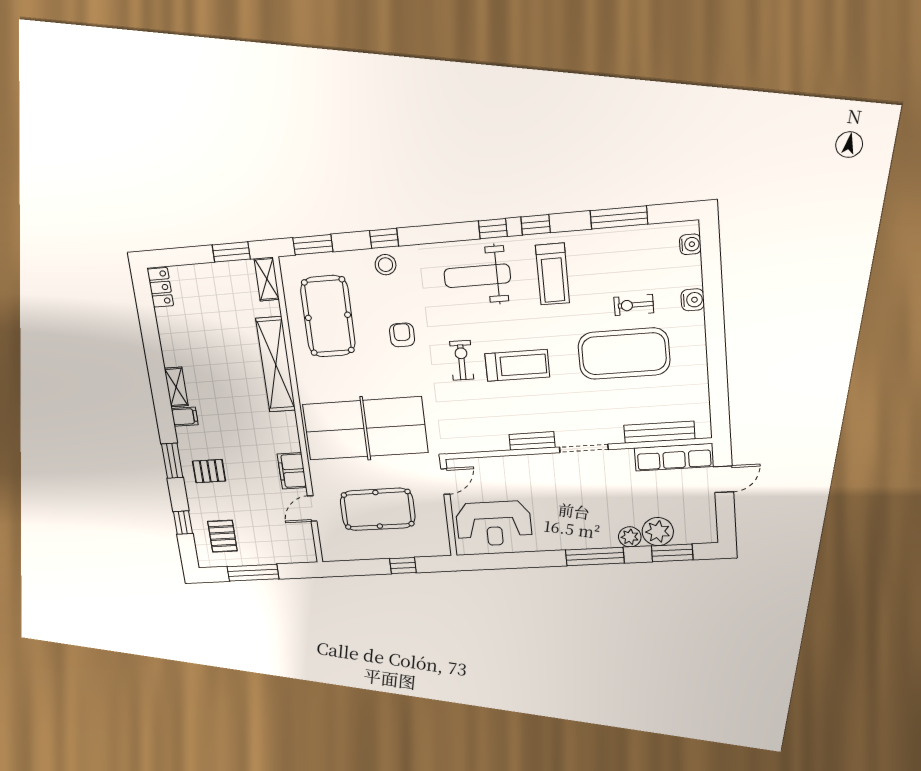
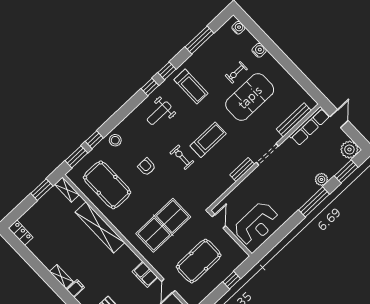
window: (384, 238) -> (94, 140), moved
weight bench: (477, 276) -> (159, 113), width x0.73, depth x0.75
table tennis table: (365, 428) -> (163, 225), width x0.73, depth x0.76
plant: (658, 532) -> (349, 150), moved

